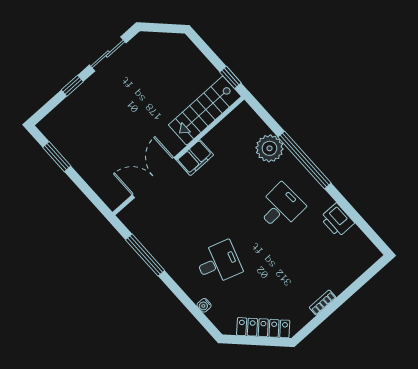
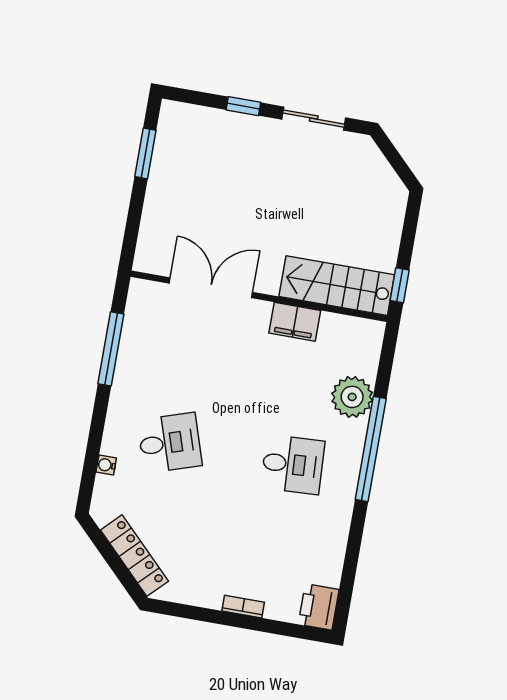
filing cabinet: (195, 158) -> (295, 322), moved
printer: (337, 220) -> (319, 607), moved
desk: (219, 263) -> (170, 443), turned -36
bookcase: (323, 303) -> (243, 607), moved

